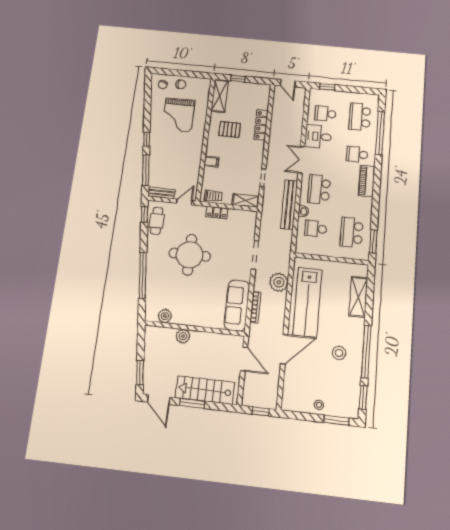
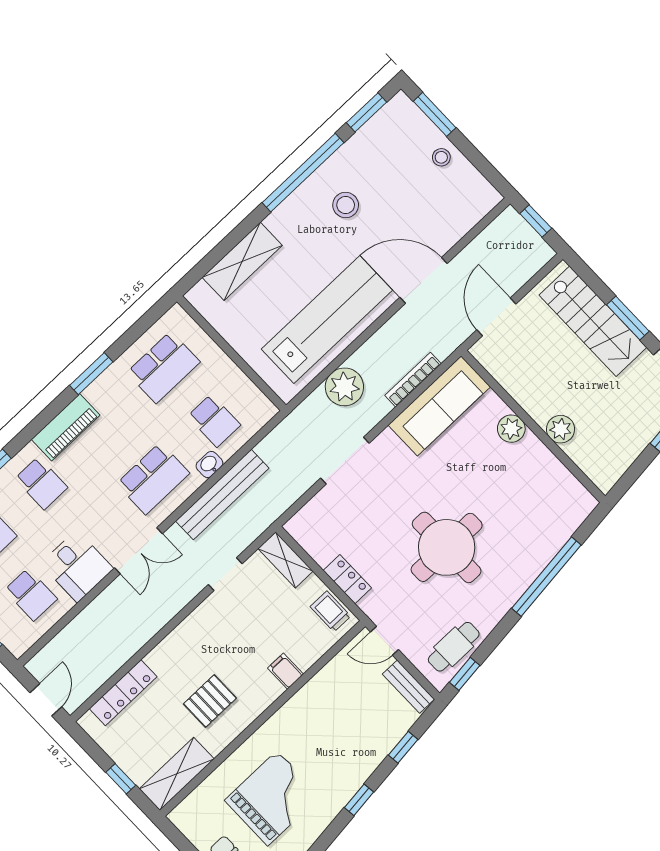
locker: (261, 125) -> (123, 693), moved
pallet: (230, 129) -> (210, 701), turned 90
window: (146, 170) -> (403, 747), width x0.46
window: (373, 241) -> (91, 374), moved
plant: (165, 316) -> (511, 429), moved

